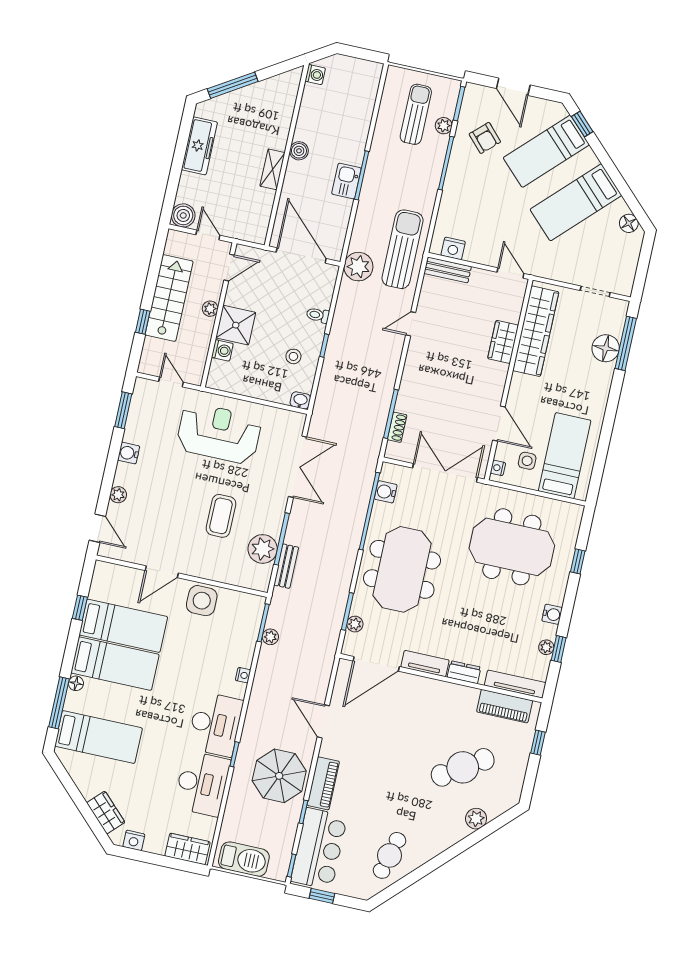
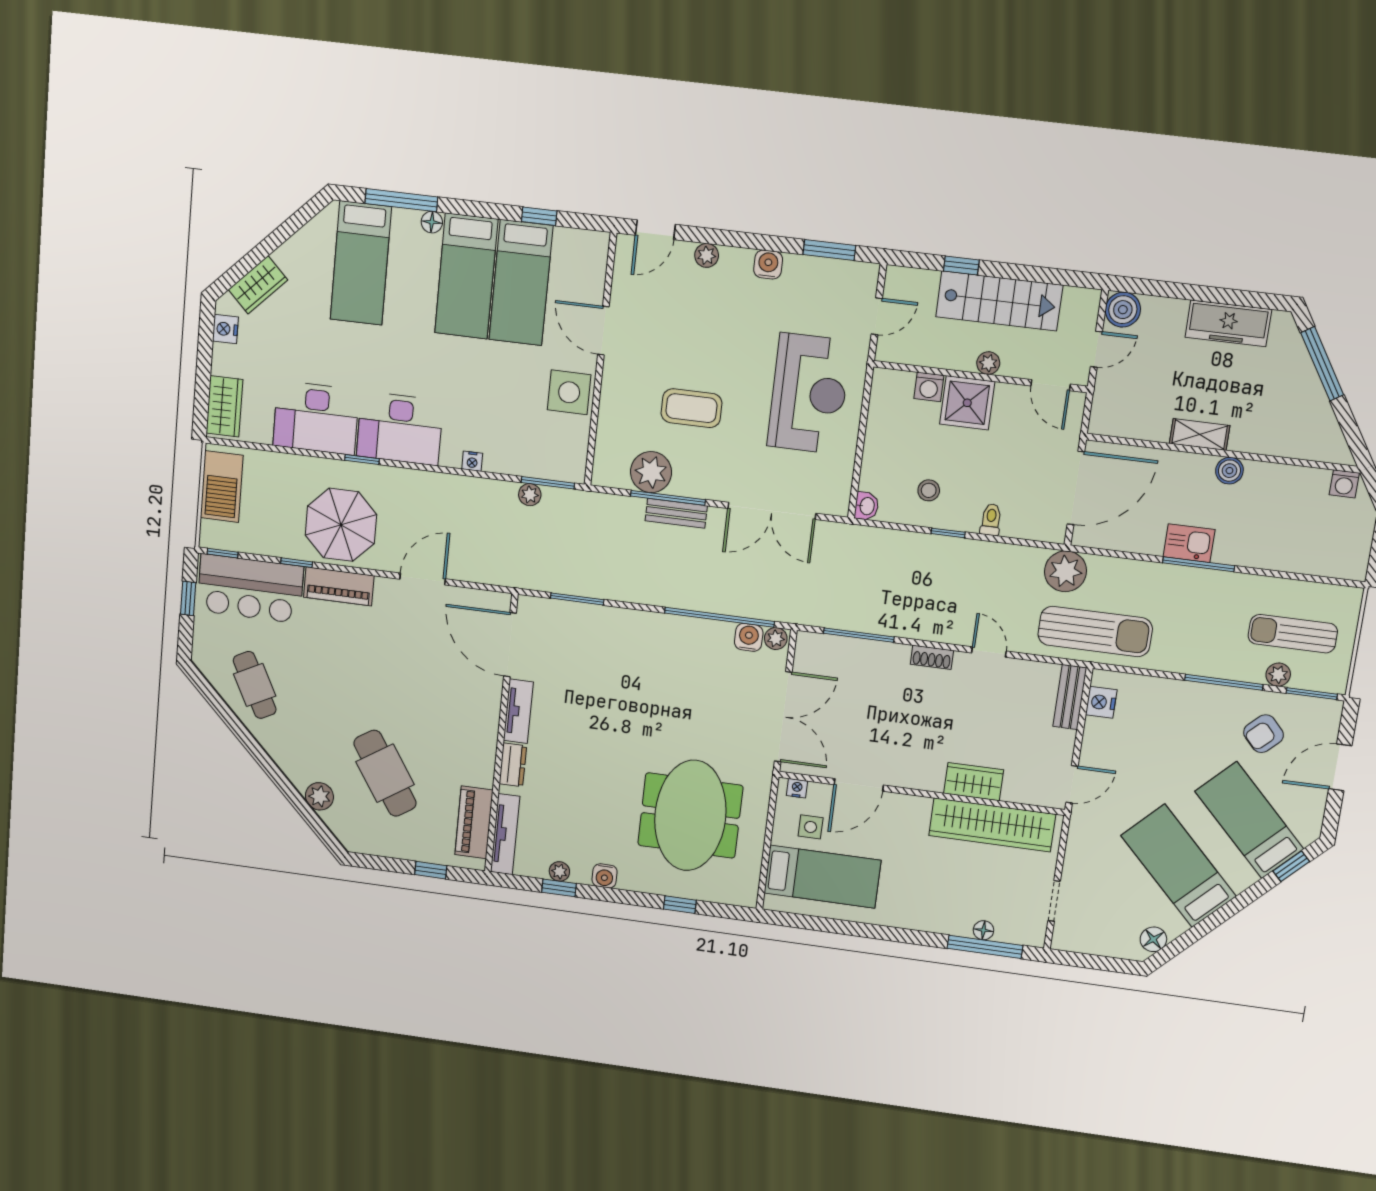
sun lounger: (416, 114) -> (1293, 634), turned 180
floor lamp: (606, 348) -> (983, 930), width x0.53, depth x0.53
shoe rack: (397, 427) -> (932, 657), moved
bench: (286, 566) -> (676, 513), moved
meeting table: (402, 569) -> (643, 669), removed
plant: (355, 624) -> (776, 639), moved
cafe table: (389, 855) -> (255, 685), turned 48

